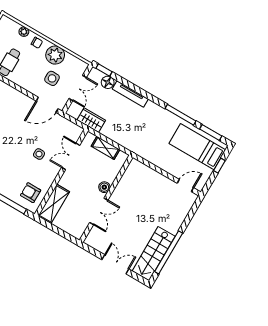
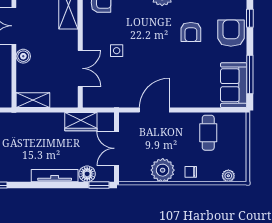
plant: (24, 32) -> (228, 176), moved
side table: (52, 78) -> (151, 142), removed
door: (47, 105) -> (154, 110), moved
shelving: (105, 148) -> (33, 100), moved

